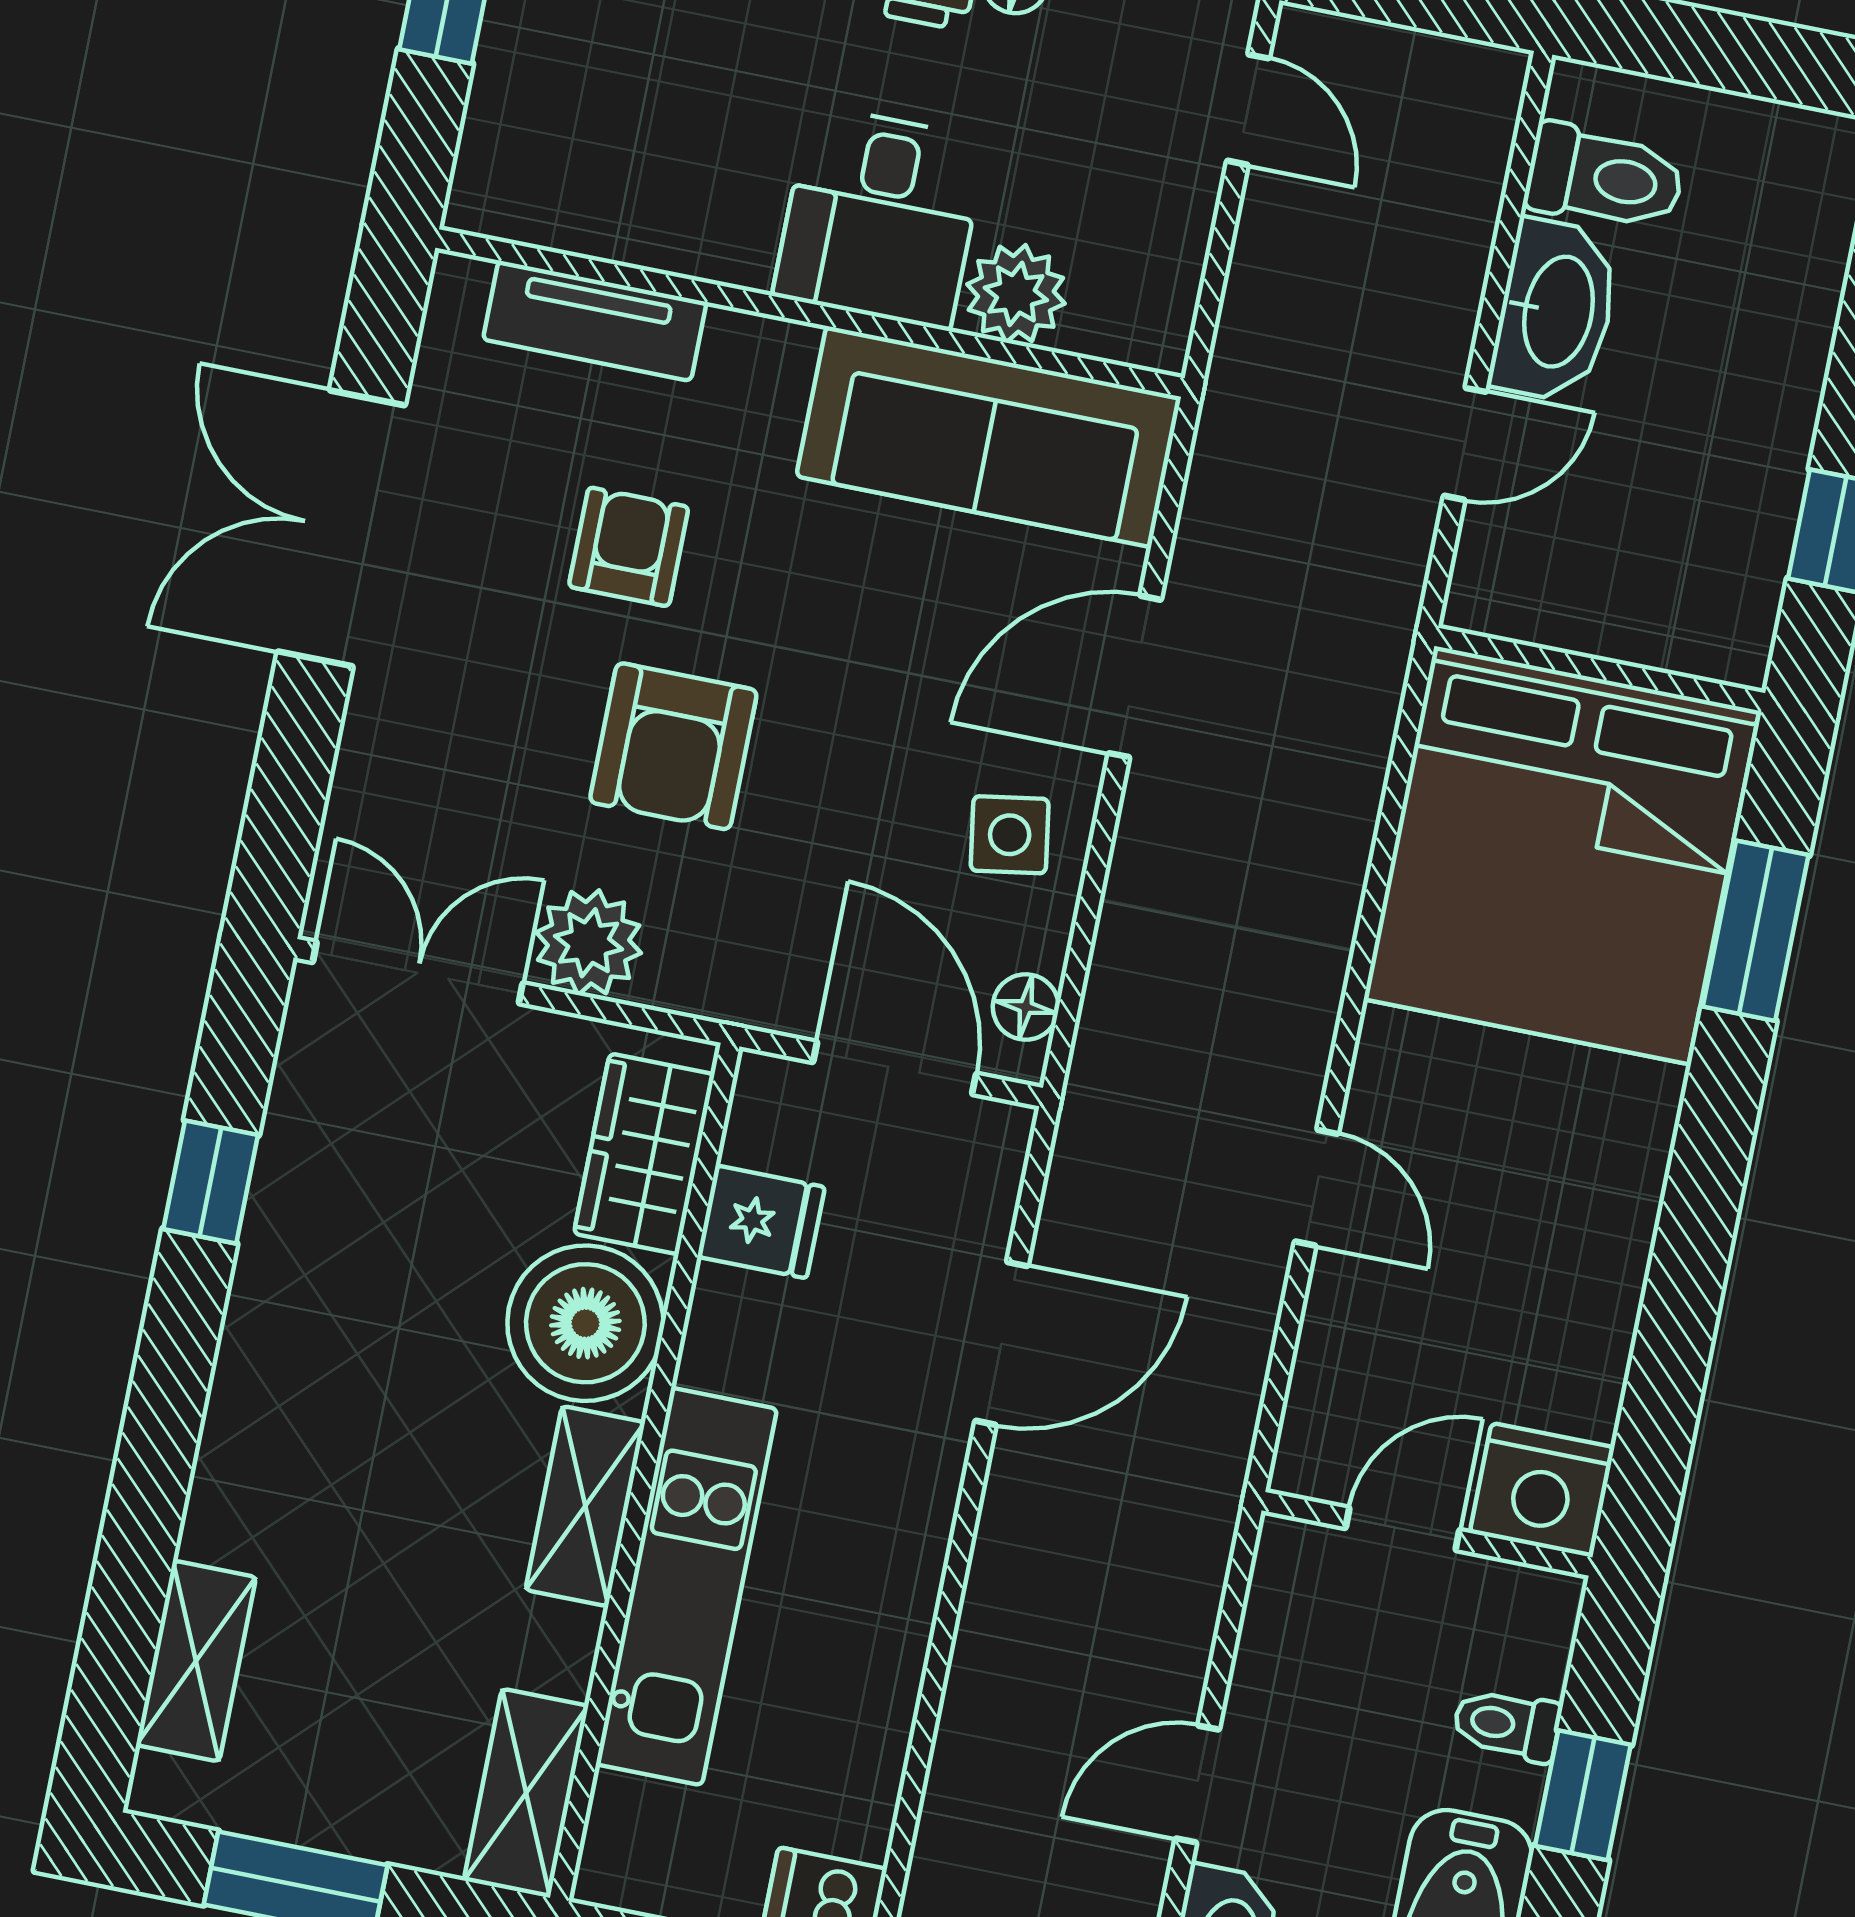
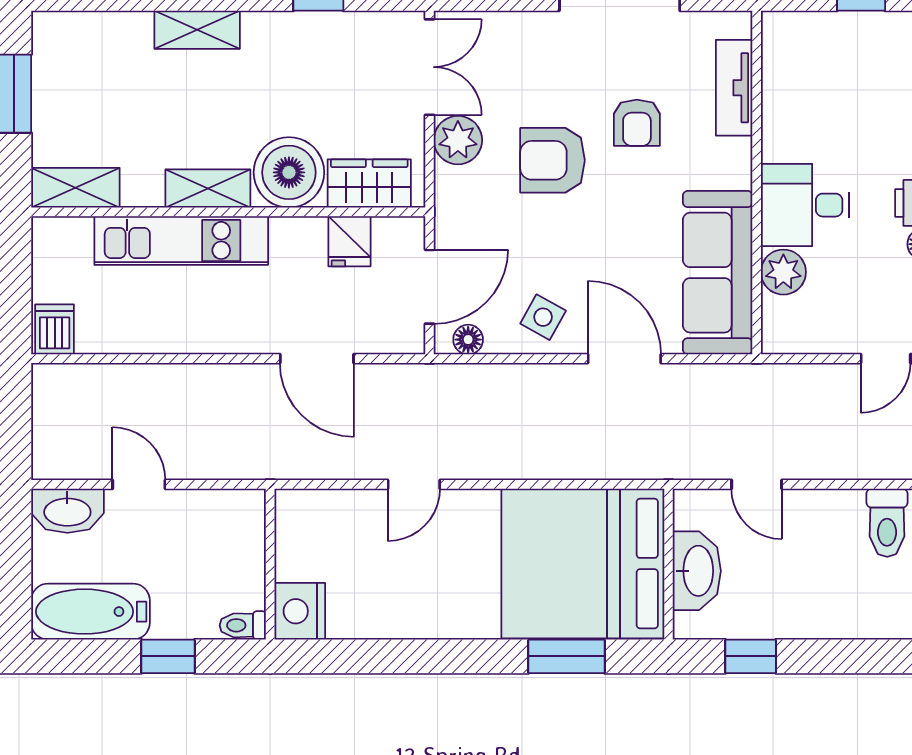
washbasin: (1555, 311) -> (697, 571), moved, turned -90
armchair: (629, 547) -> (637, 123), turned 90
side table: (1010, 835) -> (543, 317), turned 38
door: (1402, 1529) -> (270, 553), removed
shelving: (196, 1661) -> (197, 30), moved
toilet: (1507, 1725) -> (243, 625), moved, turned -90

